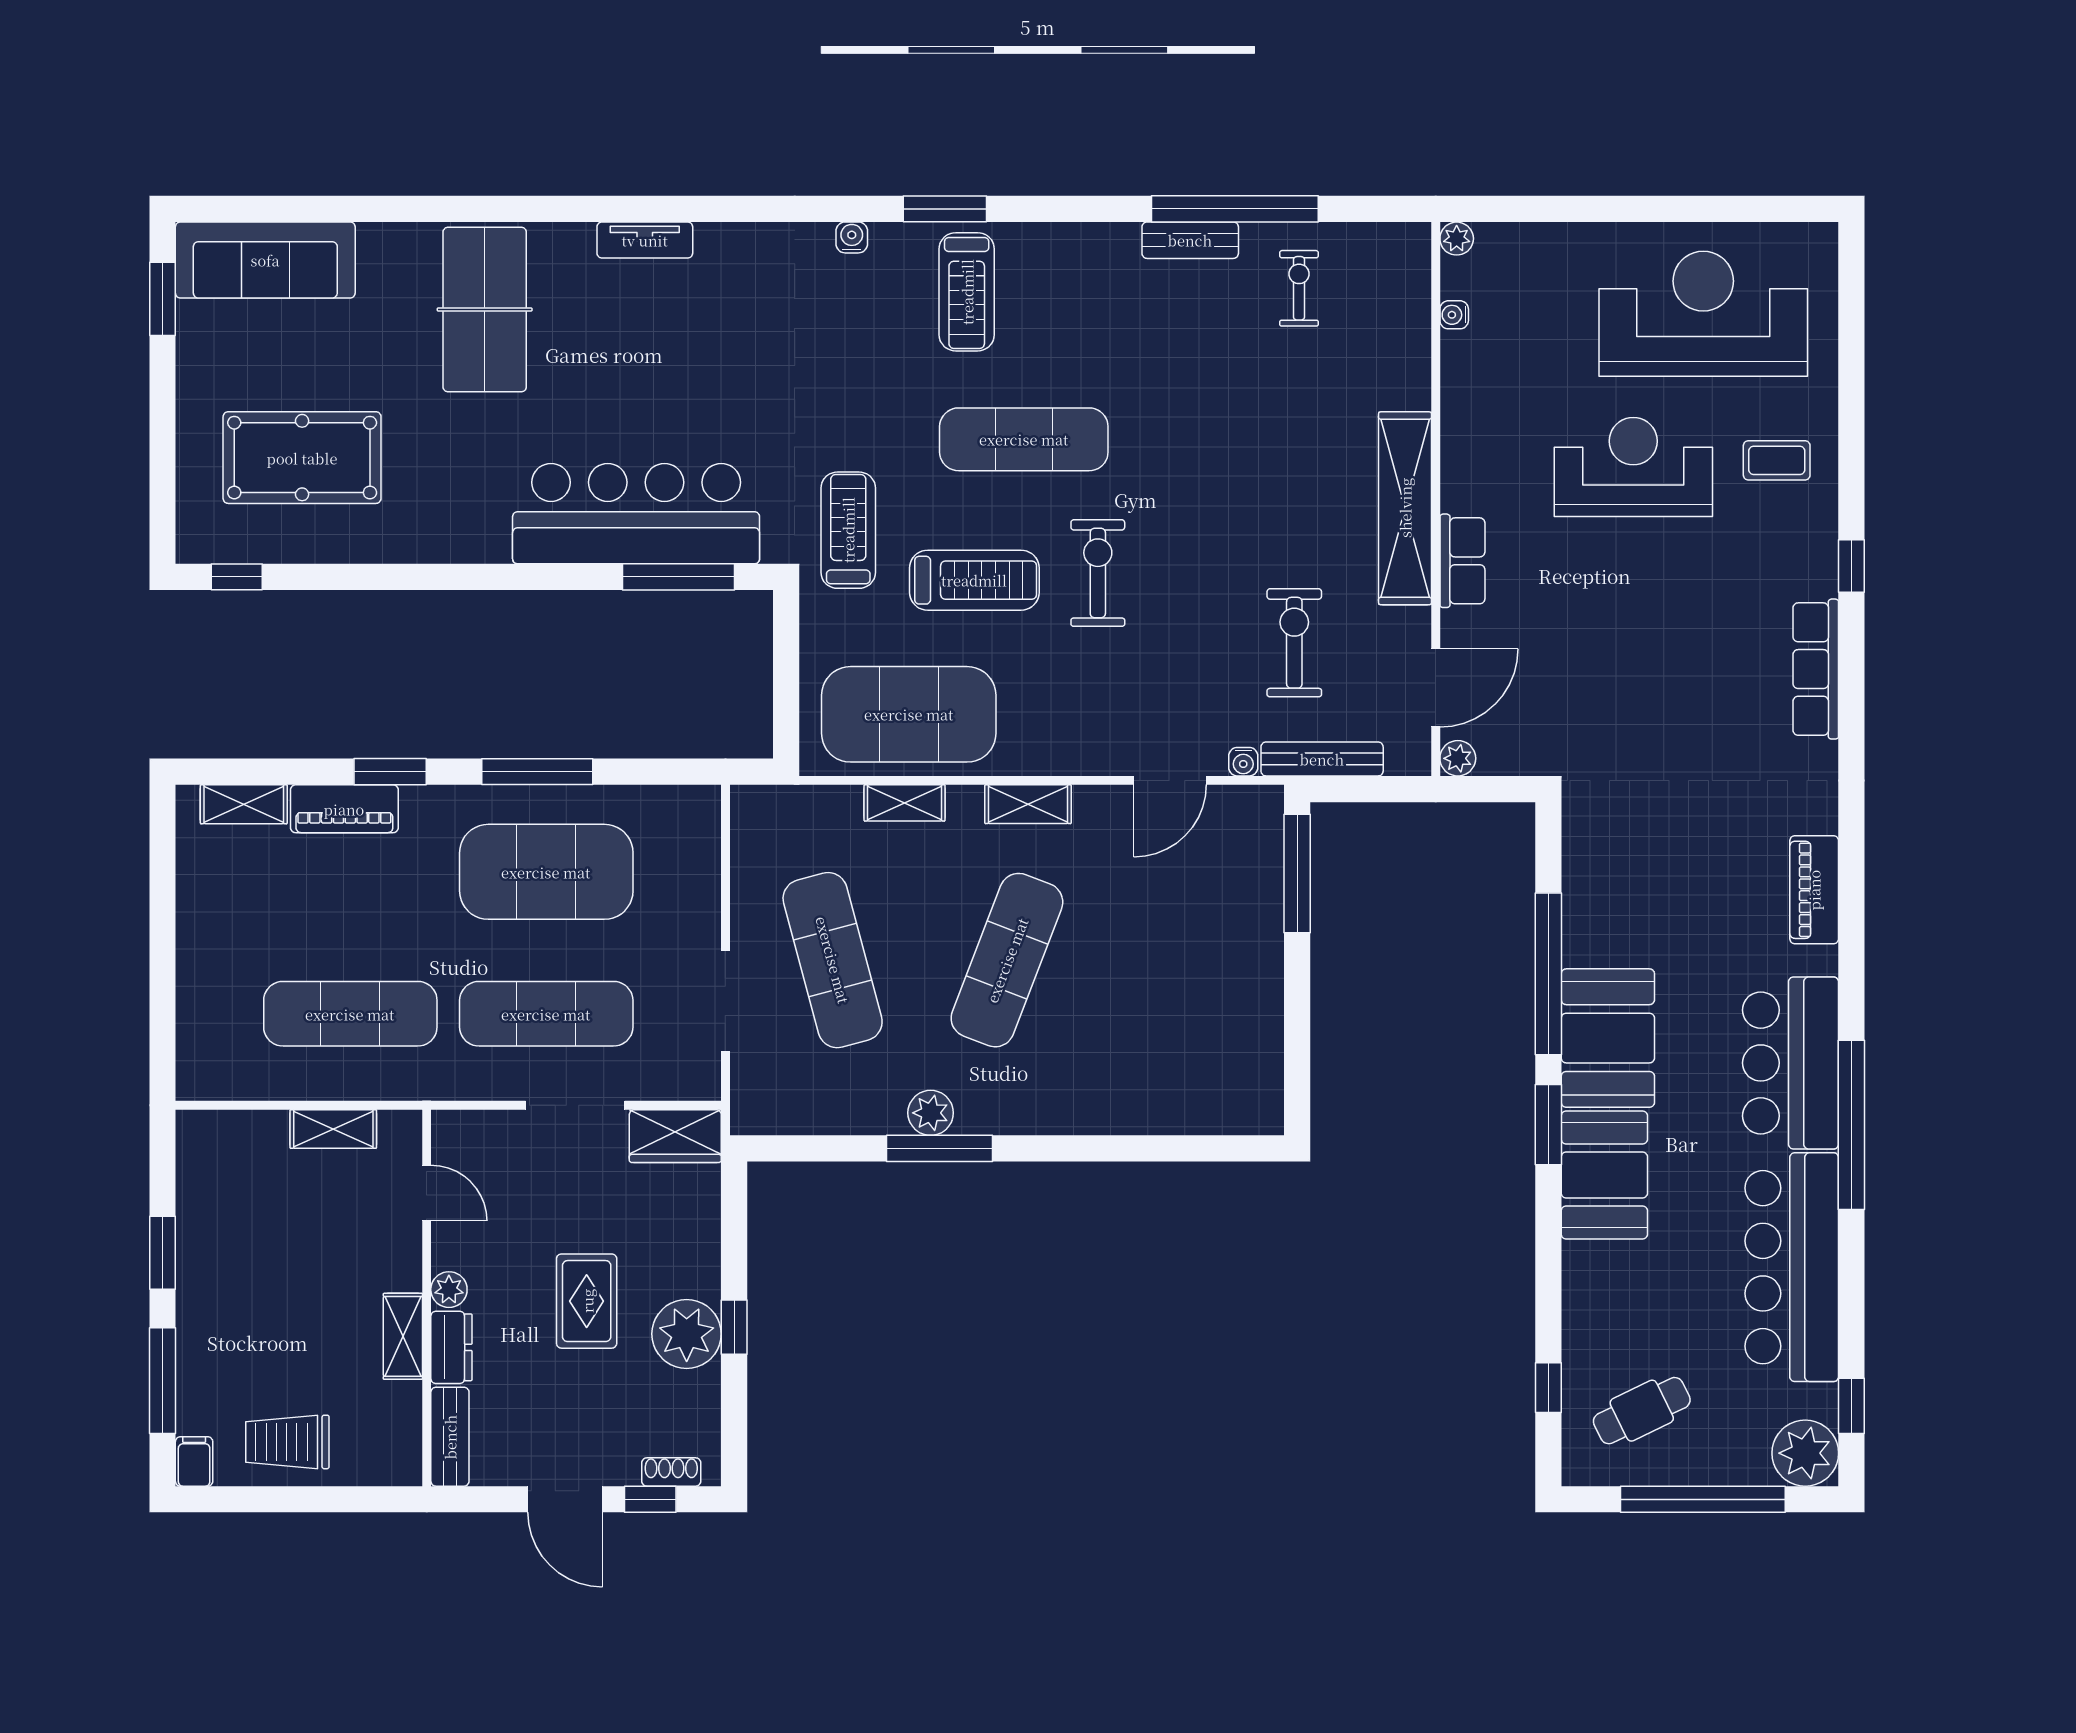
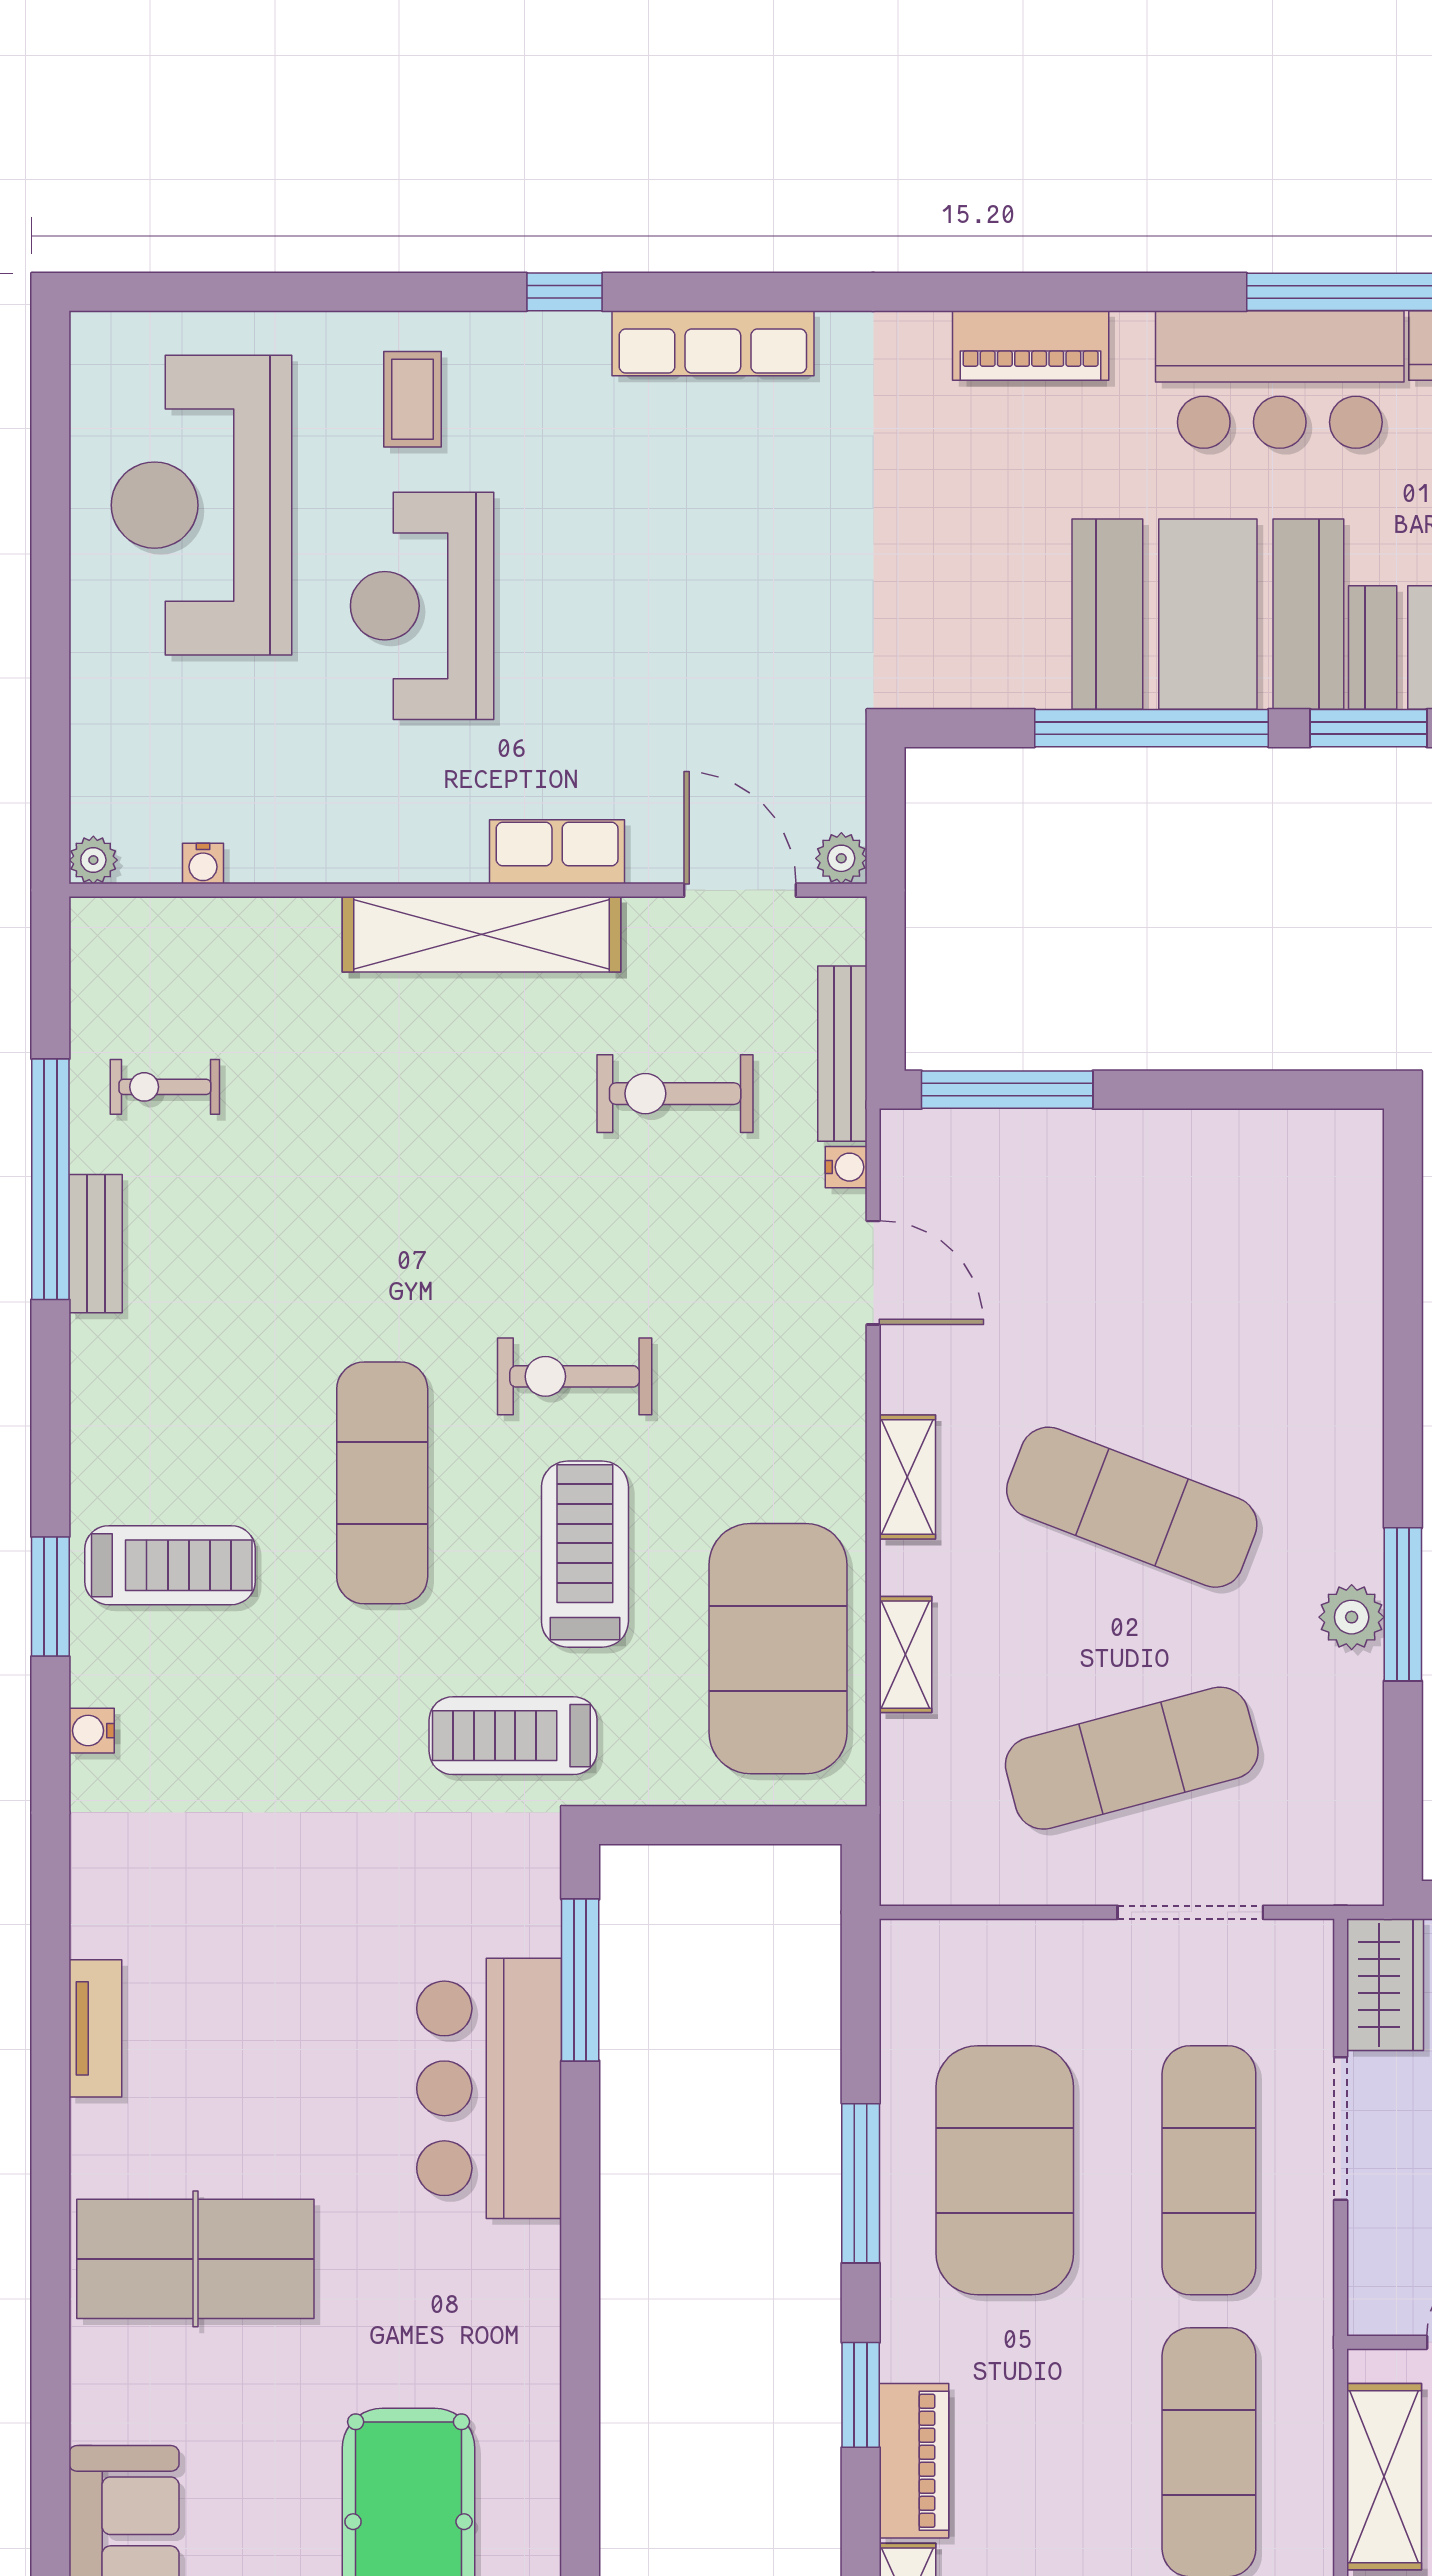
bar counter: (636, 514) -> (489, 2088), width x0.73
booth: (1608, 1038) -> (1208, 614), width x1.36, depth x1.42
shelving: (333, 1129) -> (1384, 2477), width x1.50, depth x1.33

